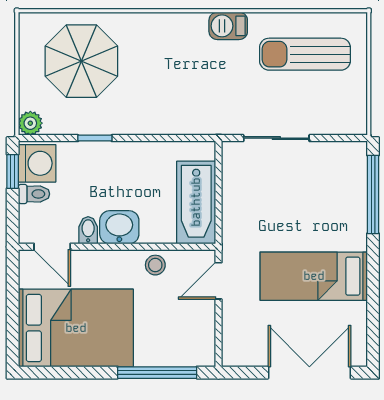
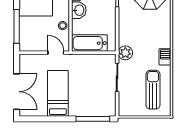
plant: (219, 119) -> (125, 53), added

